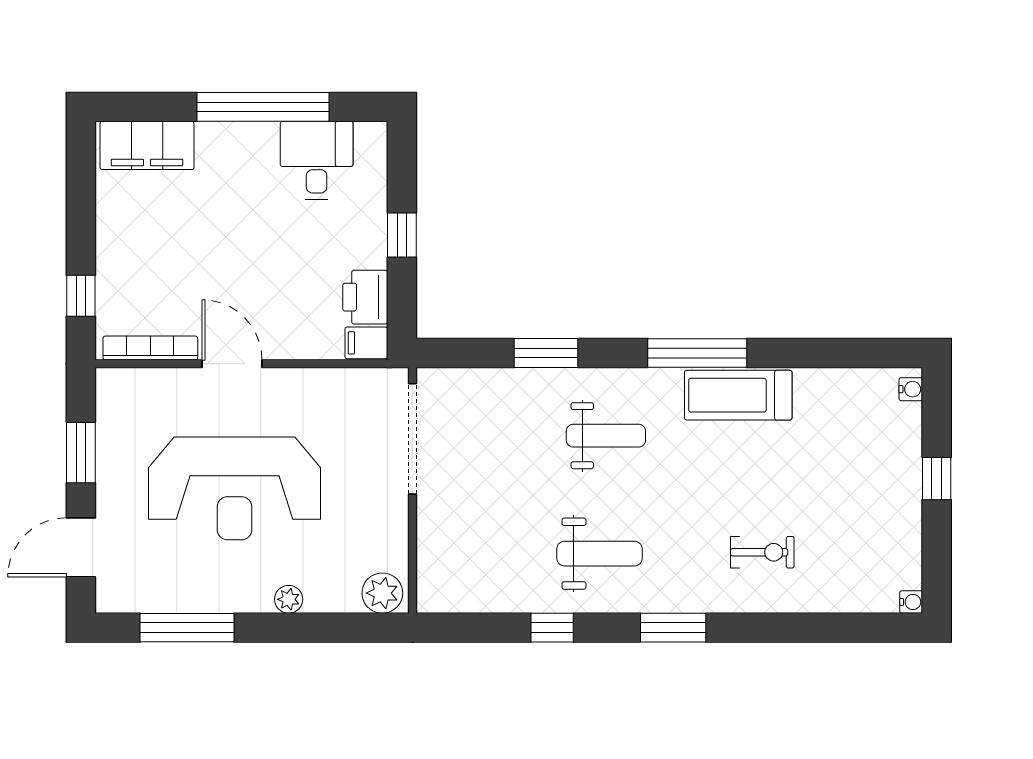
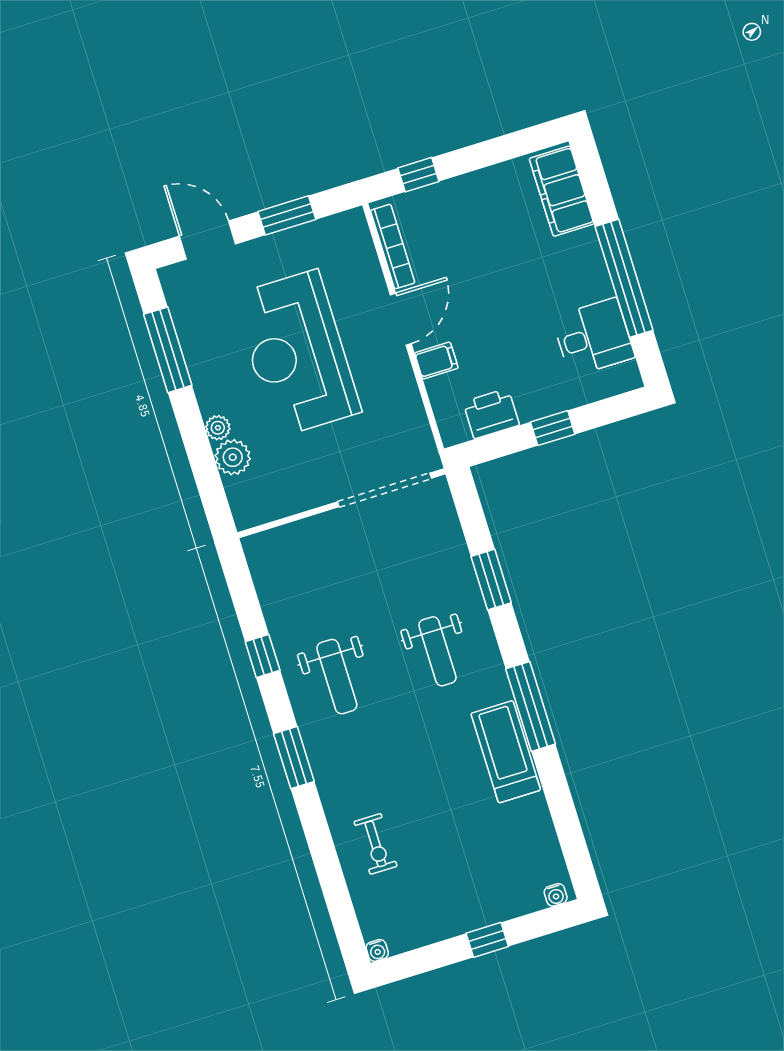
filing cabinet: (366, 343) -> (436, 361), moved, turned 90
exercise bike: (762, 552) -> (376, 844), moved
plant: (382, 593) -> (233, 457), moved

